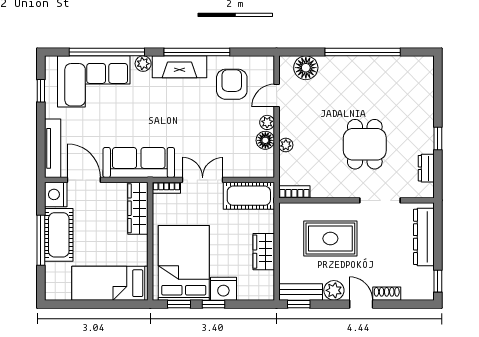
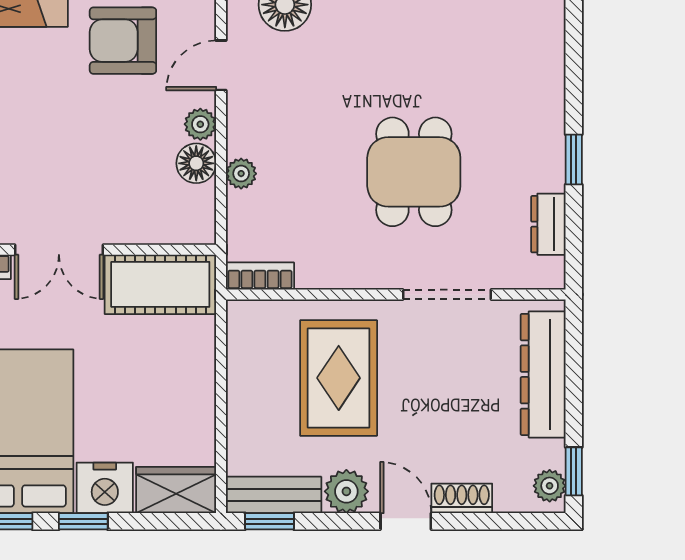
armchair: (232, 84) -> (123, 41), turned -90
double door: (203, 180) -> (59, 250), swing flipped
rug: (330, 238) -> (339, 378), turned 90
wardrobe: (264, 252) -> (176, 490), moved, turned 90
plant: (427, 288) -> (550, 486), added

